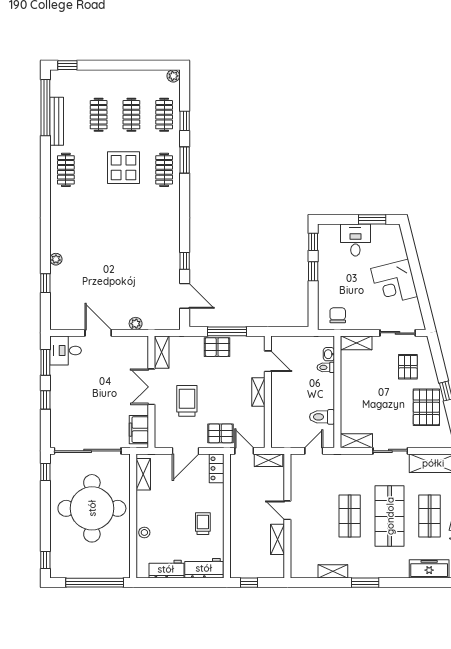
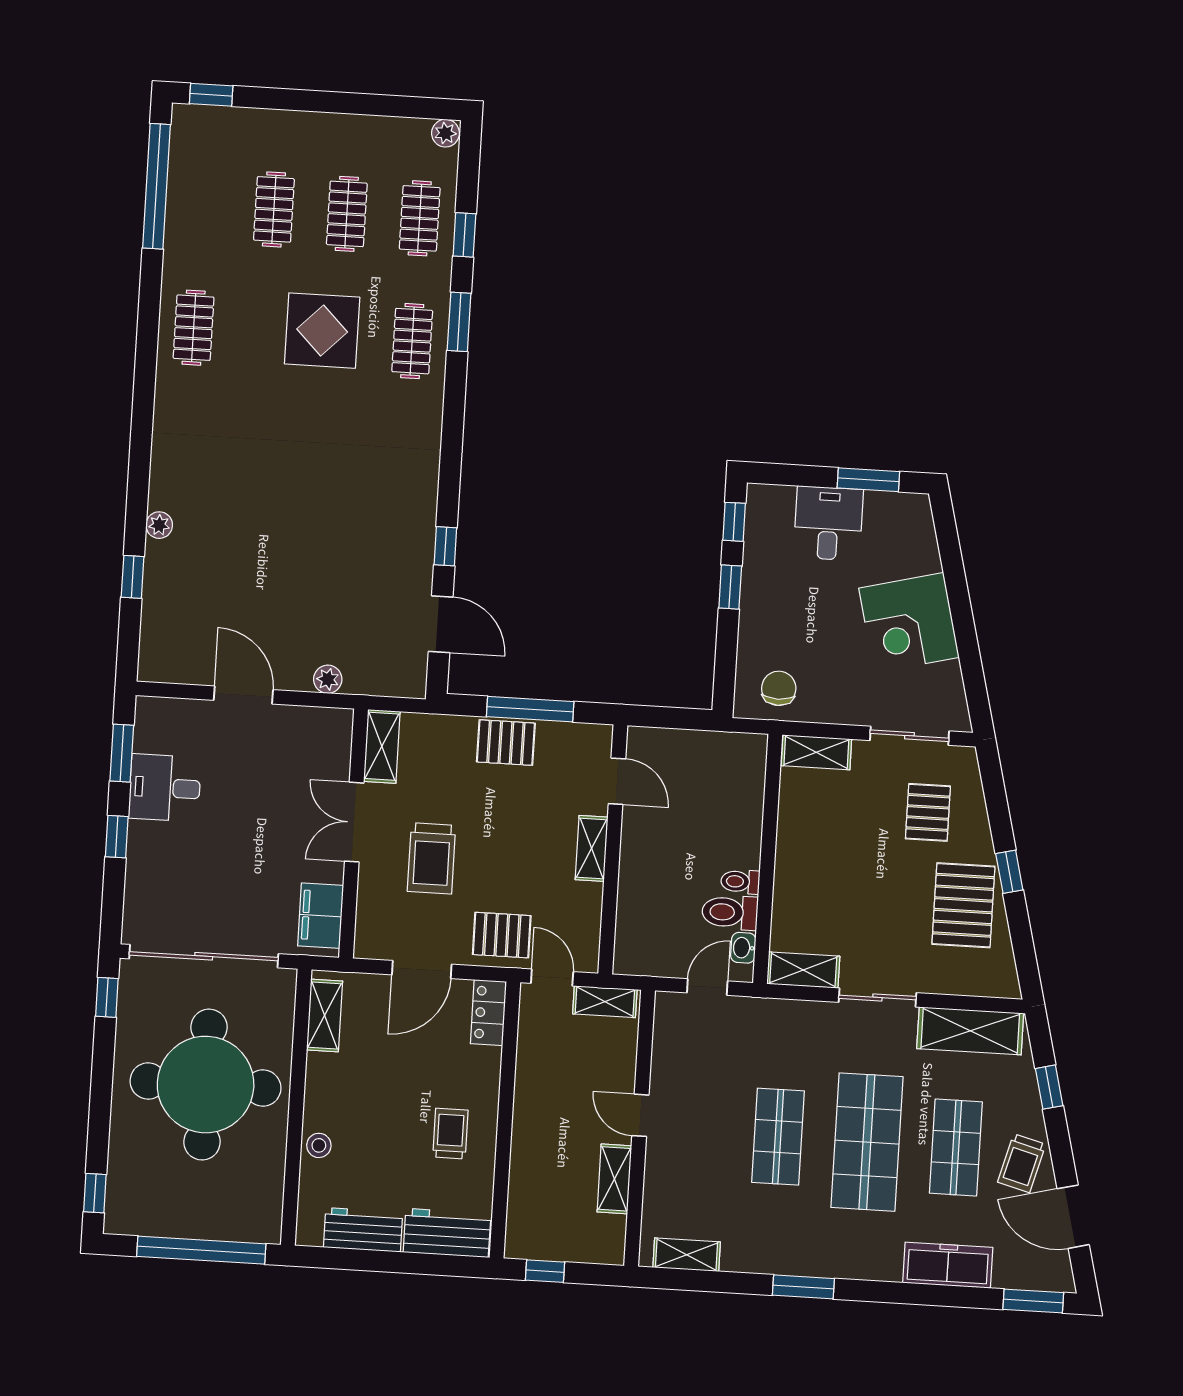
bench: (57, 121) -> (180, 218), removed
desk: (66, 350) -> (165, 788), moved
washbasin: (329, 354) -> (743, 948), moved
toilet: (326, 367) -> (740, 882), moved
trolley: (187, 401) -> (432, 858), turned 180
shelving: (333, 571) -> (687, 1255), moved

